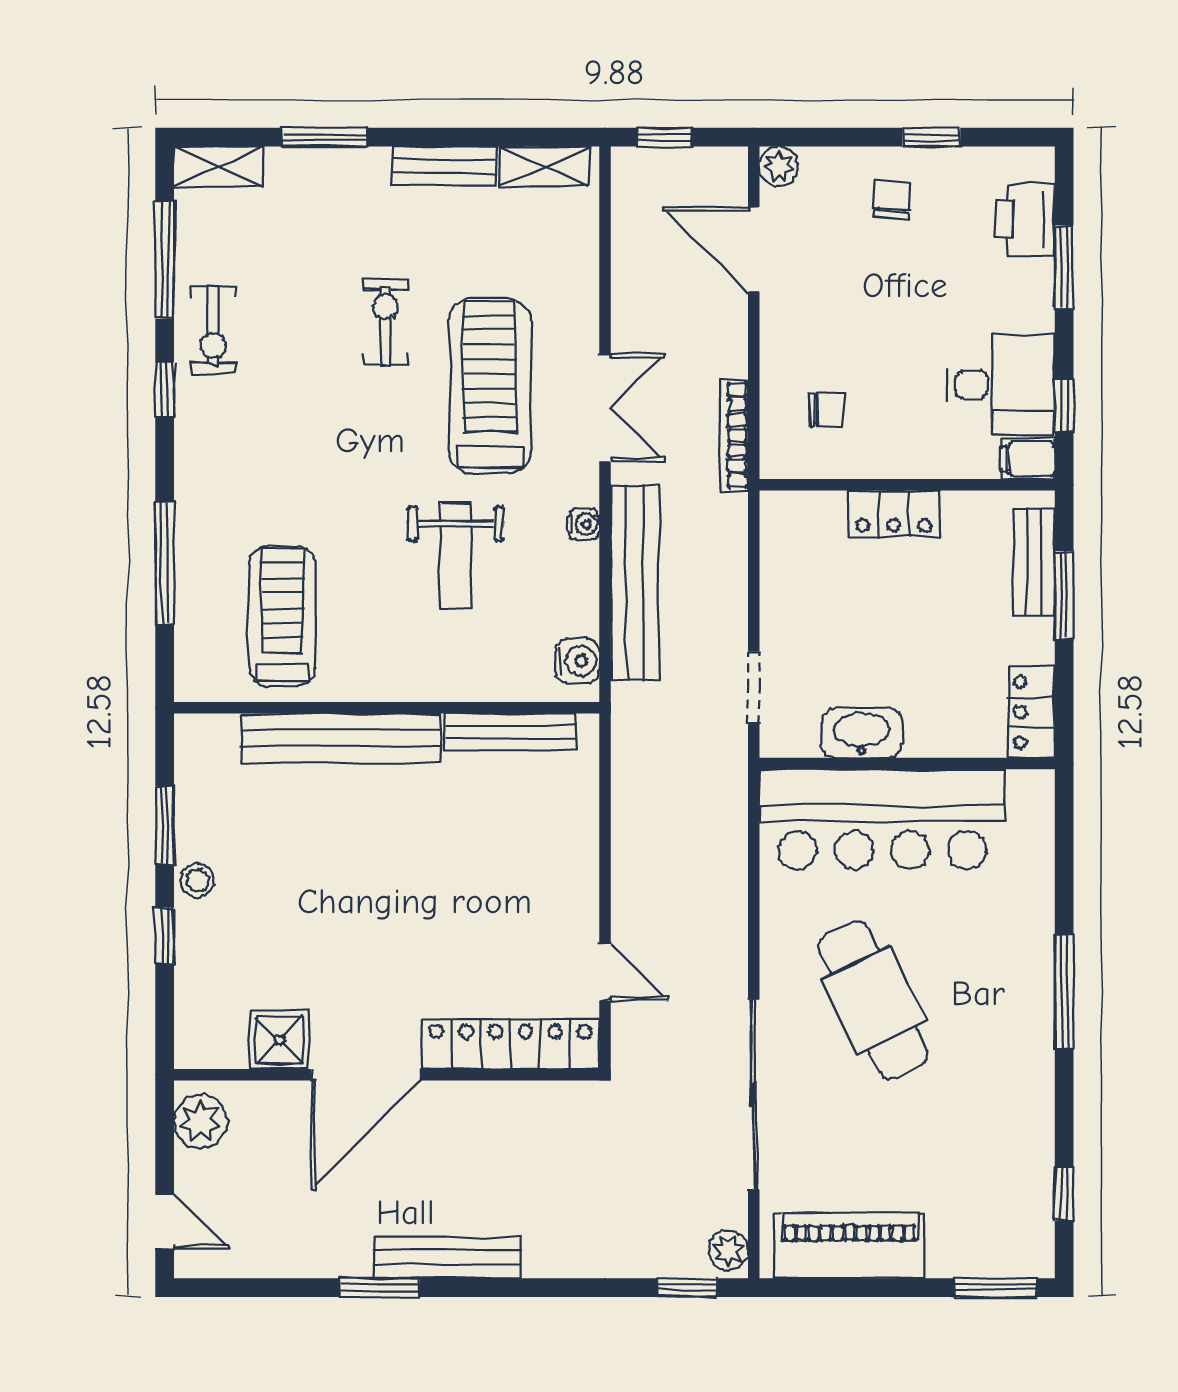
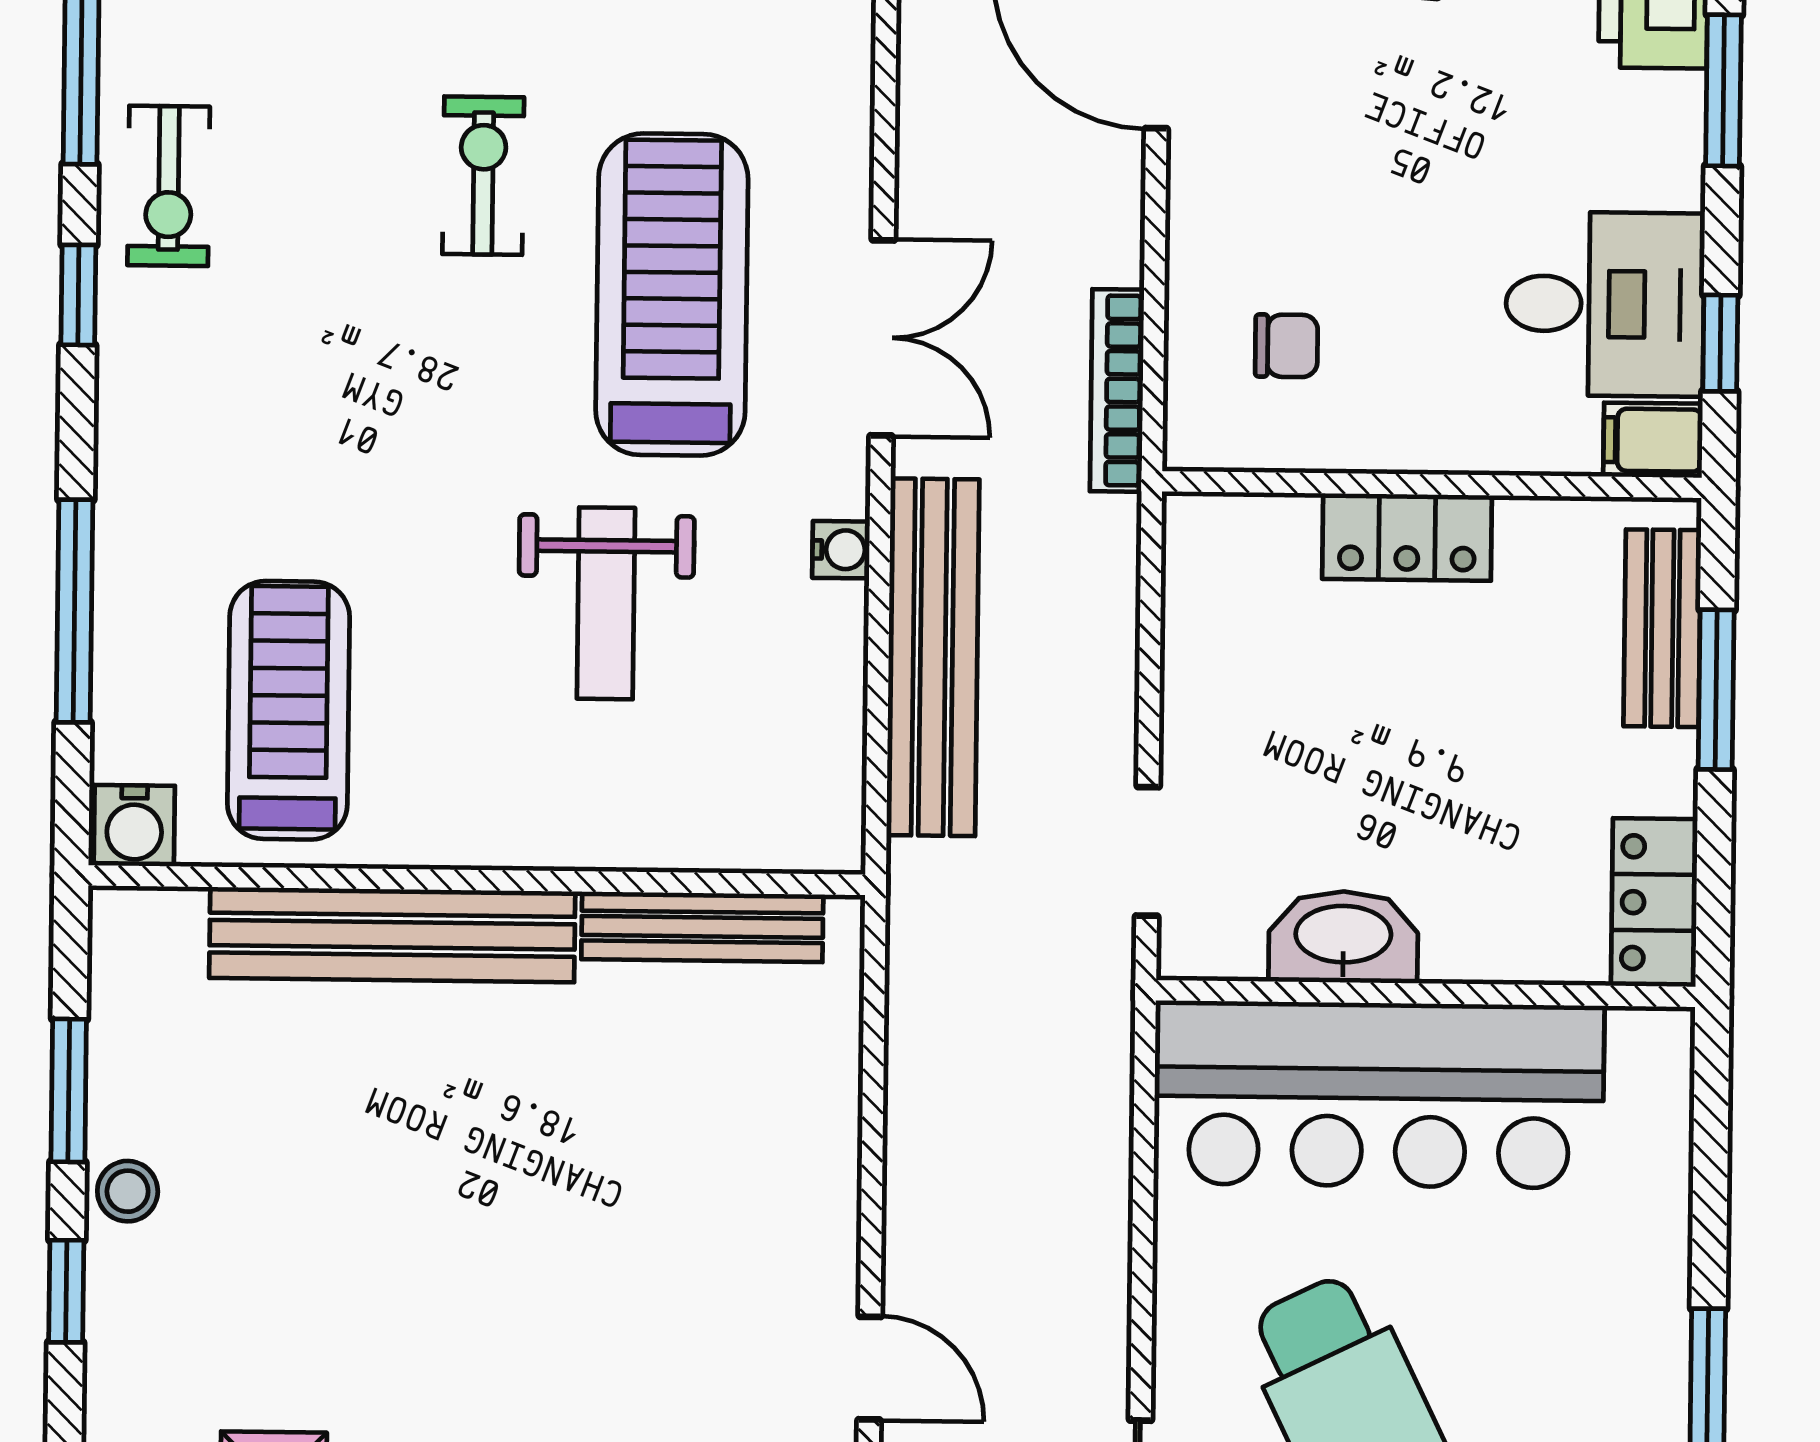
water cooler: (577, 661) -> (134, 826), moved, turned 90

